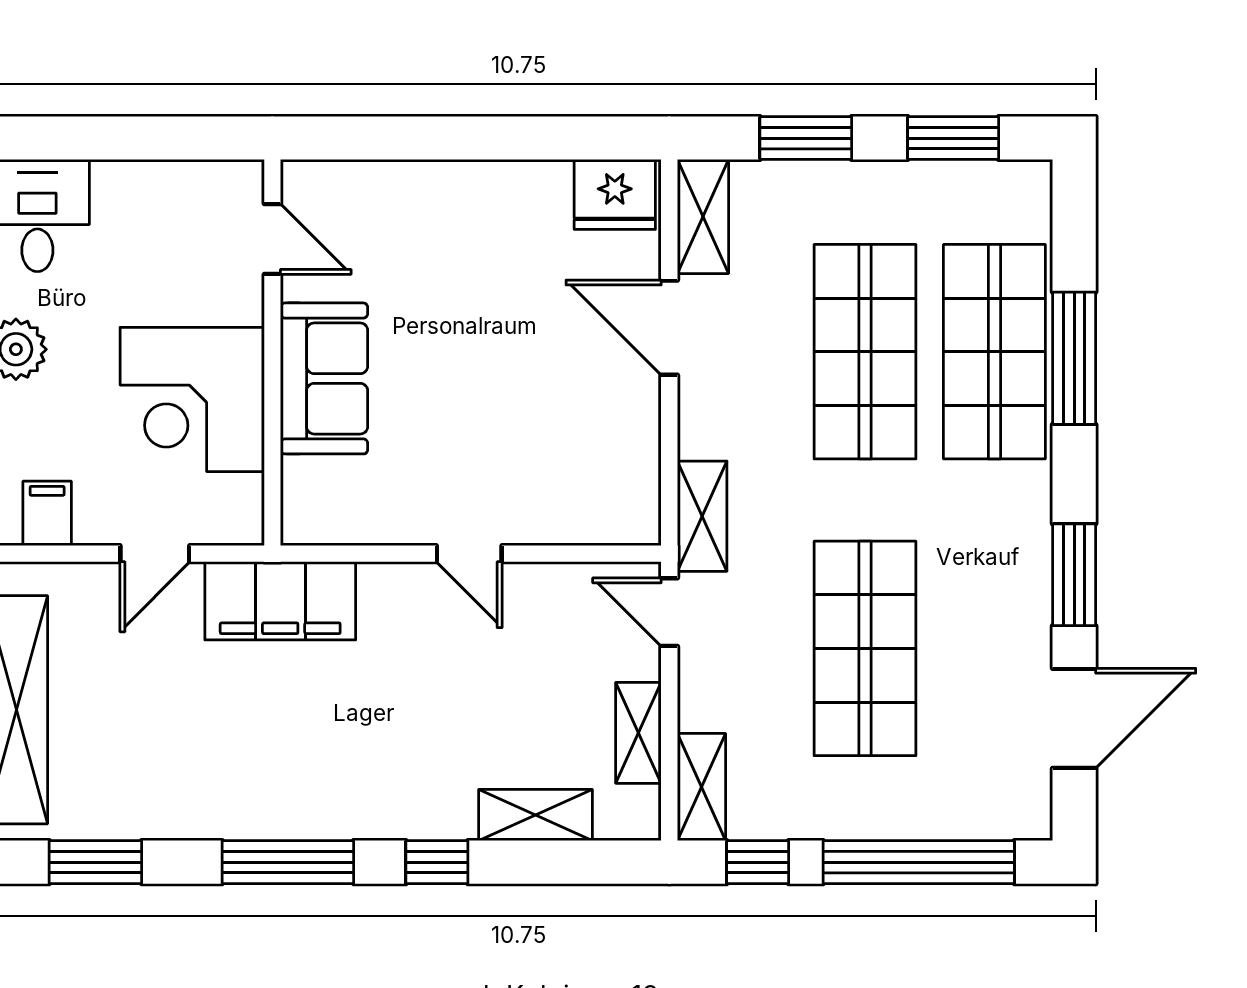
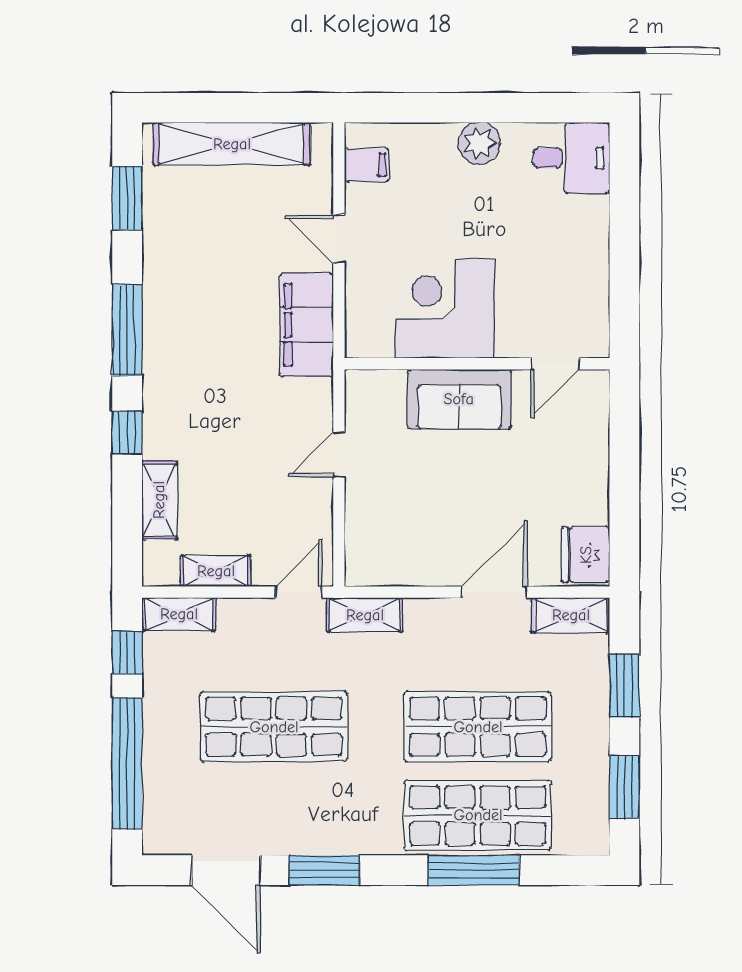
door: (272, 239) -> (555, 364), moved
wall: (272, 353) -> (477, 364), moved
sofa: (324, 378) -> (459, 399), moved
corner desk: (192, 399) -> (445, 309), moved

